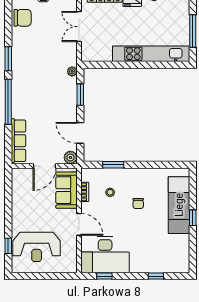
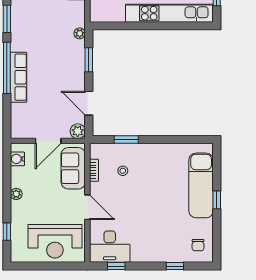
row of seats: (18, 141) -> (19, 77), moved
water cooler: (17, 182) -> (17, 159), added
chair: (138, 203) -> (198, 245), moved
plant: (16, 213) -> (16, 194), added
reception desk: (37, 247) -> (55, 241), moved
desk: (105, 255) -> (110, 247), width x0.73, depth x0.77

